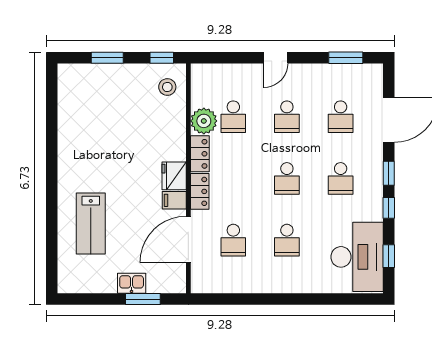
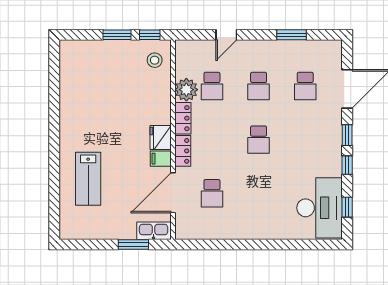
window: (107, 58) -> (117, 35), moved
door: (276, 58) -> (226, 35), moved
window: (346, 58) -> (291, 35), moved
school desk: (341, 178) -> (305, 140), removed
school desk: (287, 240) -> (259, 193), removed
kitchen sink: (132, 283) -> (154, 231), moved, width x1.38

